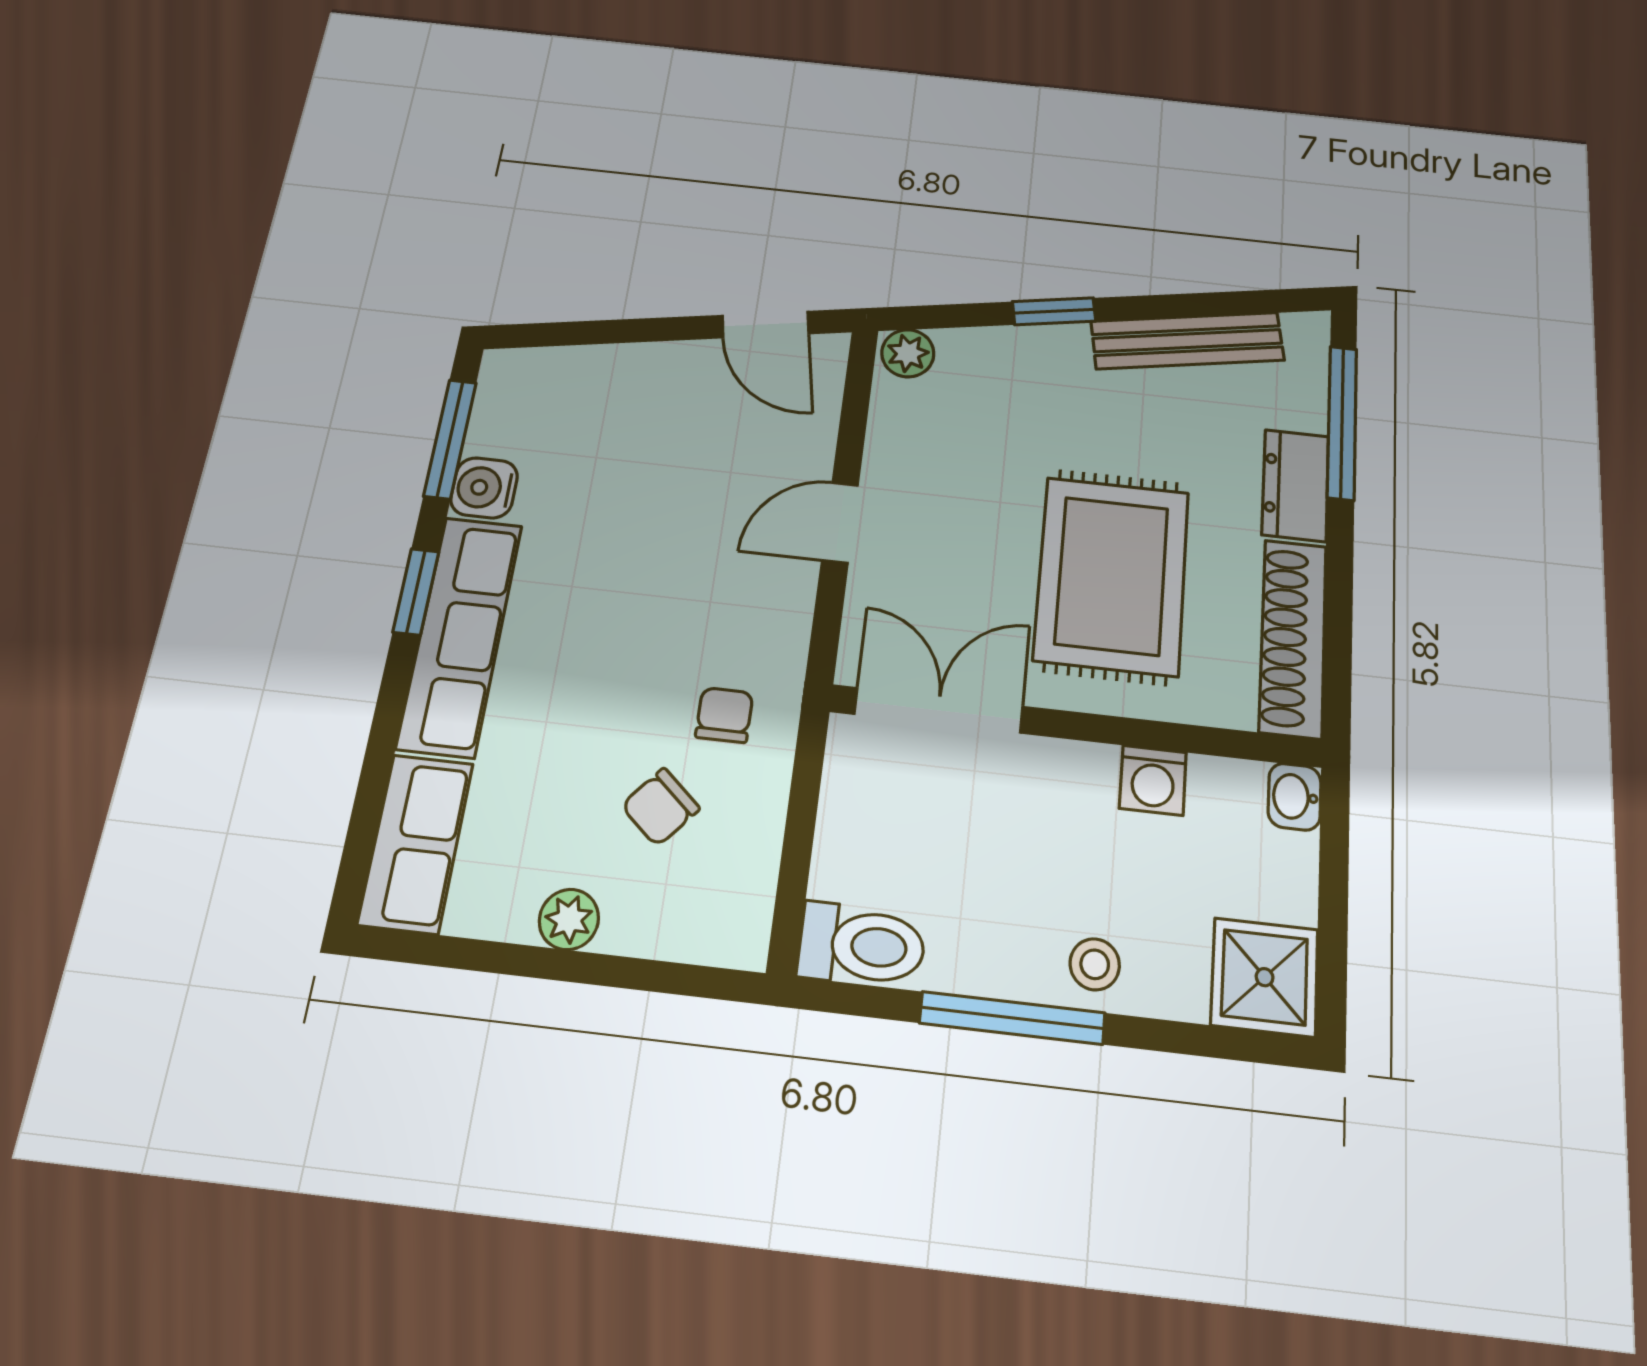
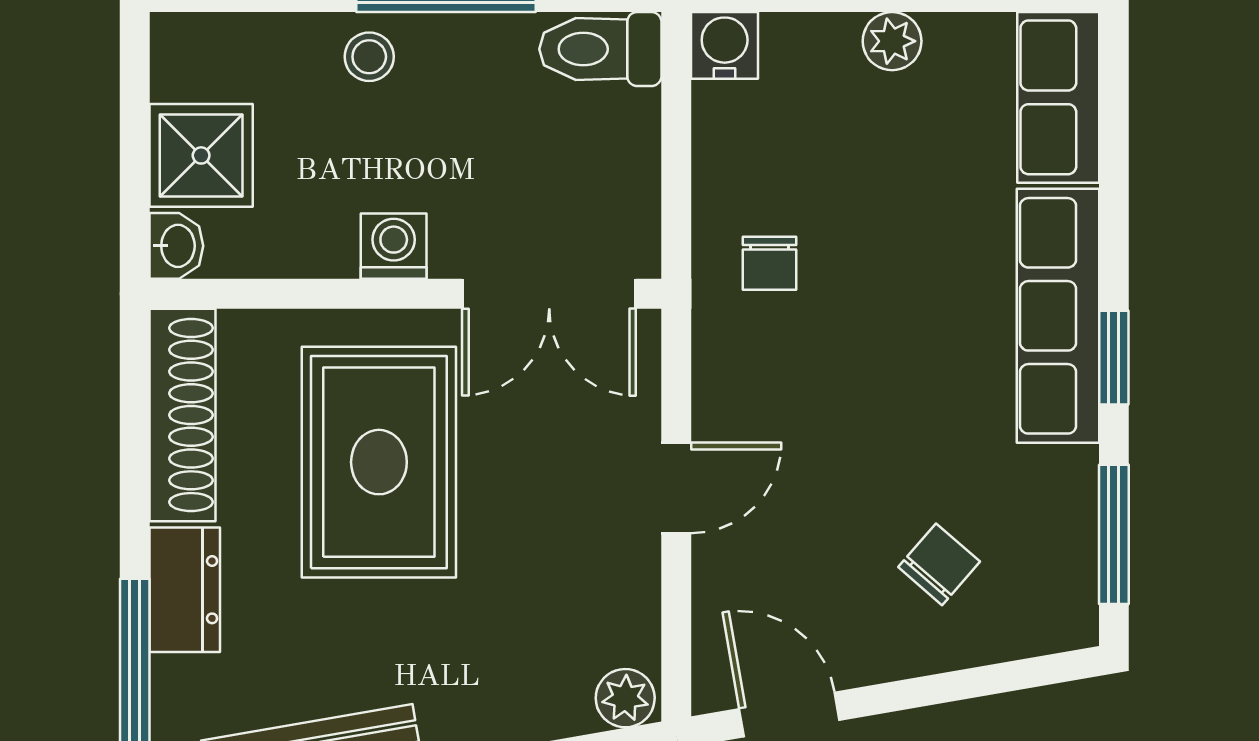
water cooler: (484, 488) -> (725, 45), moved, turned -90
washing machine: (1153, 780) -> (394, 246), moved
chair: (660, 807) -> (939, 564), moved
shower: (1265, 977) -> (201, 155), moved

